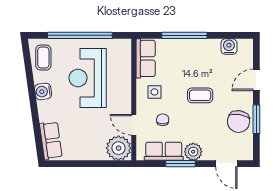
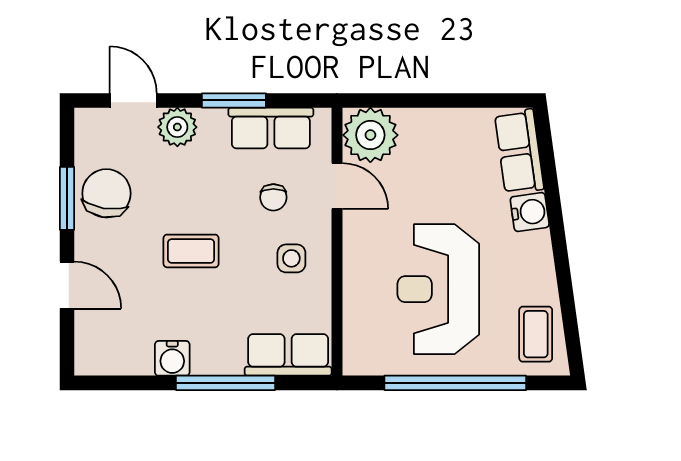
water cooler: (229, 47) -> (172, 358), moved
row of seats: (146, 58) -> (288, 355), moved, turned 90
reception desk: (88, 78) -> (438, 289), turned 180
door: (256, 80) -> (67, 285), hinge flipped
water cooler: (43, 91) -> (530, 212), moved
plant: (193, 152) -> (177, 127), moved

